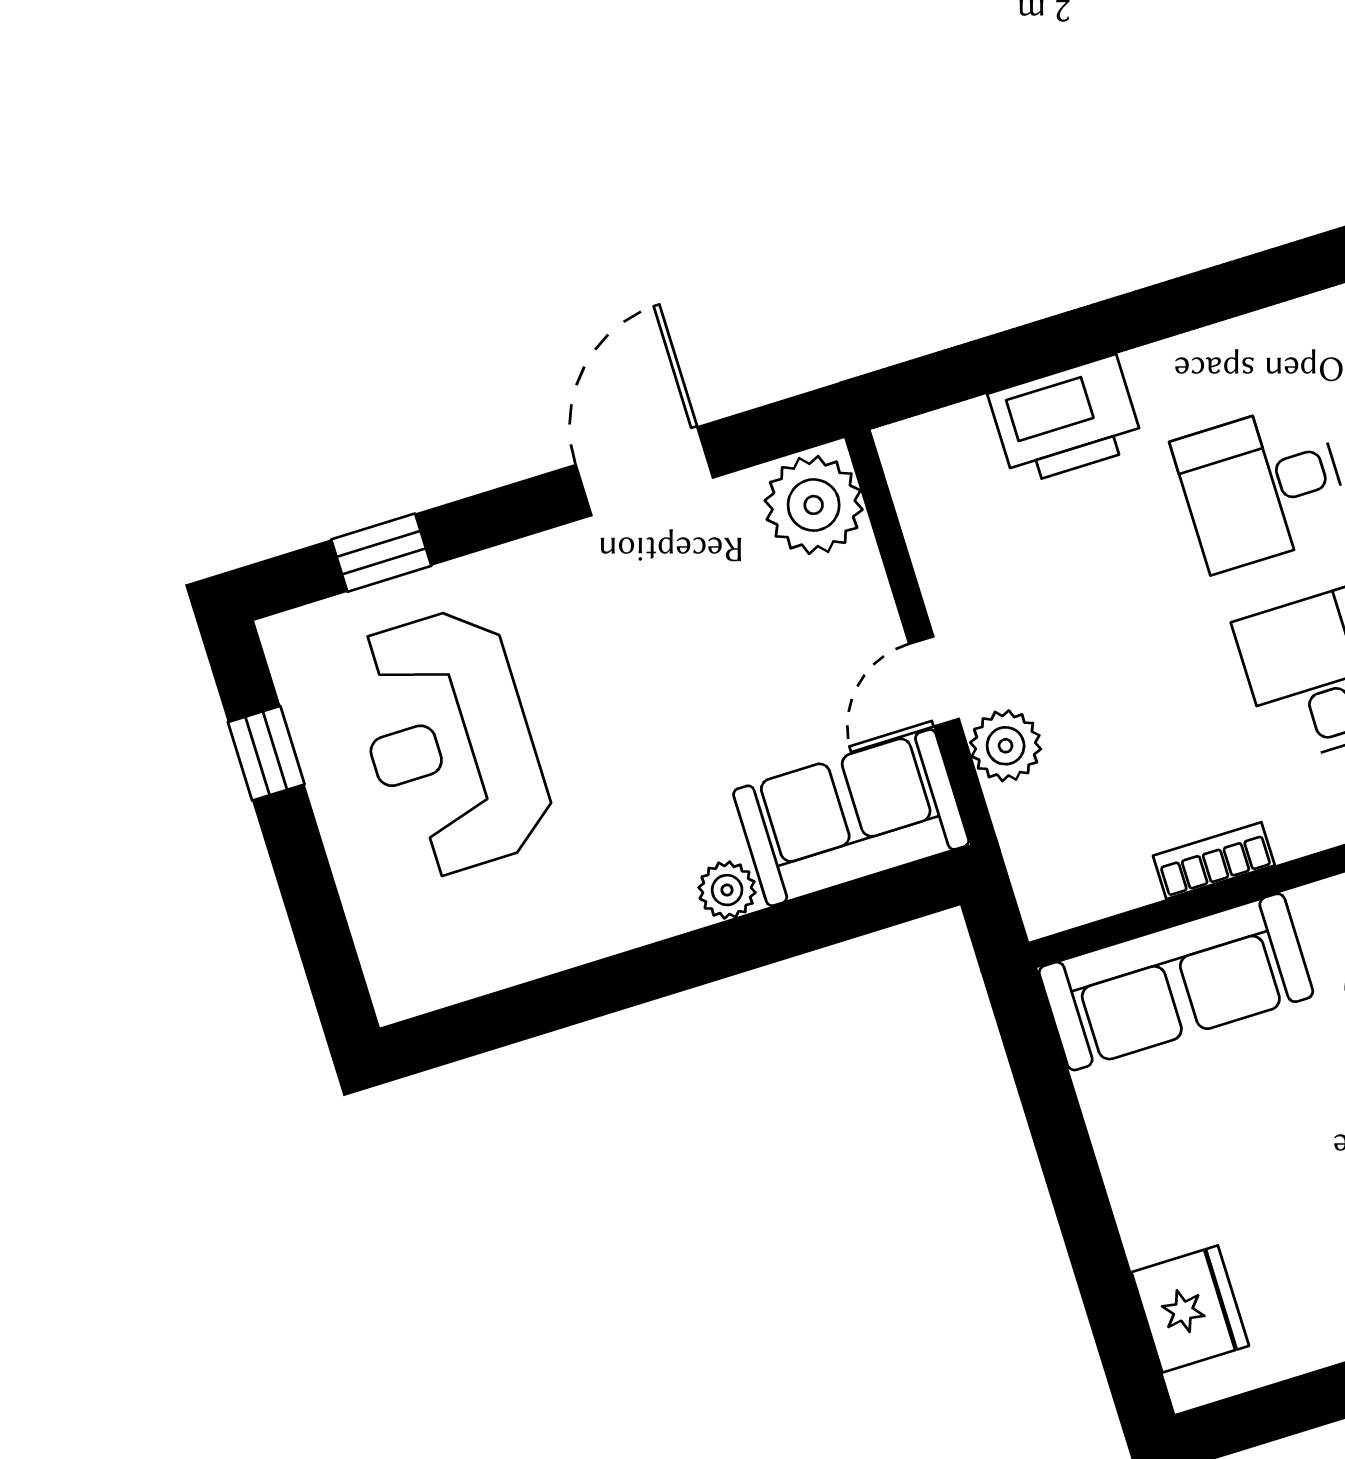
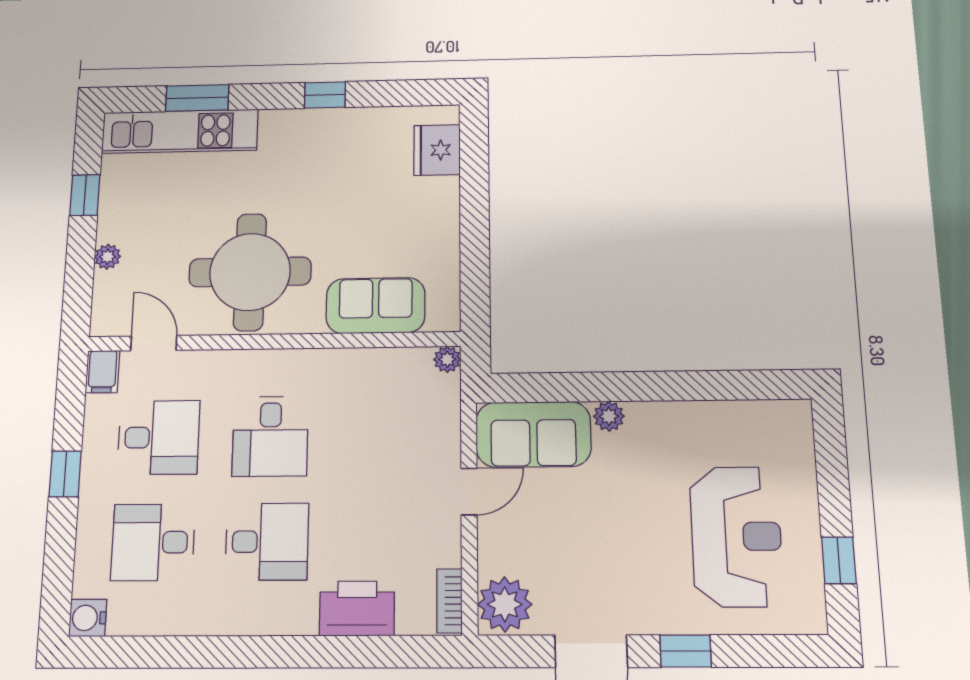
window: (381, 553) -> (686, 651), moved
plant: (1006, 746) -> (447, 359), moved, width x0.73, depth x0.73
bookcase: (1214, 861) -> (449, 601), moved, turned 90
sofa: (1176, 982) -> (376, 306), width x0.73

